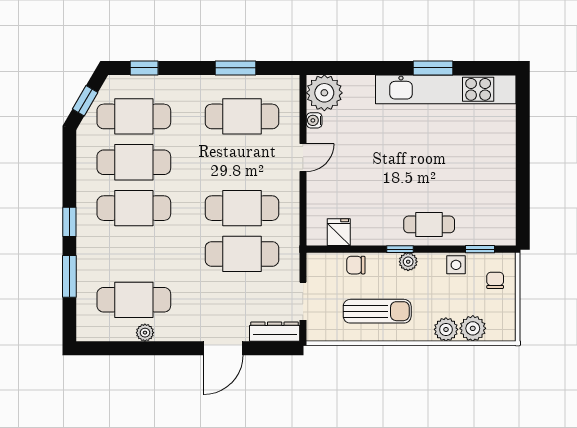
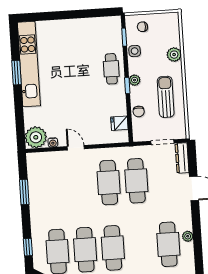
cafe table: (242, 116) -> (53, 186), removed
plant: (473, 328) -> (172, 38), removed

